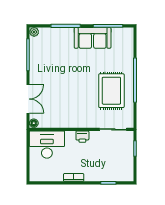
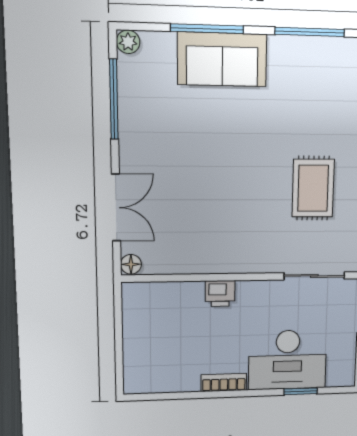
sofa: (93, 38) -> (222, 59), moved
rug: (111, 91) -> (313, 188), width x0.73, depth x0.70
printer: (82, 137) -> (220, 293), moved
desk: (47, 145) -> (288, 360), moved, turned 180

